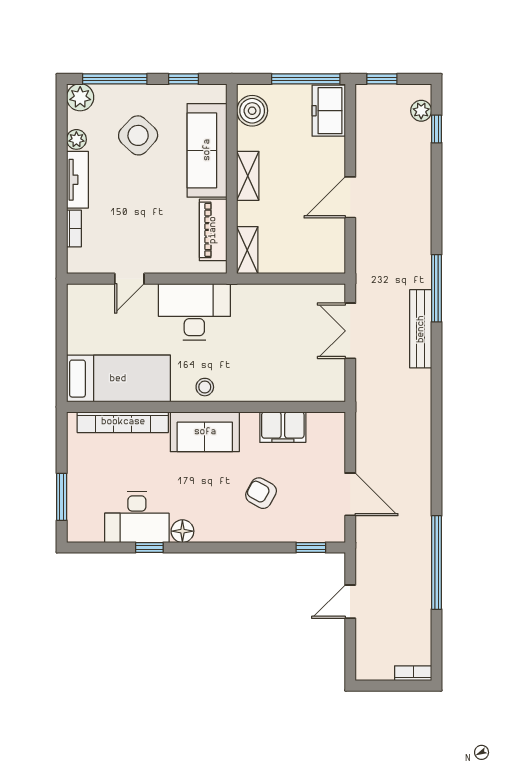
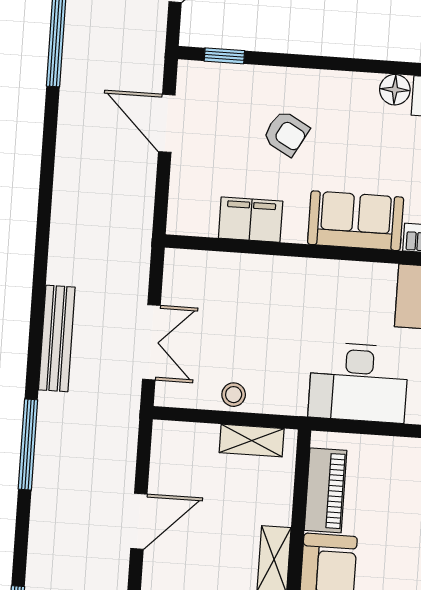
shelving: (247, 250) -> (252, 441), moved, turned 90
window: (437, 288) -> (28, 445), moved
stool: (205, 387) -> (234, 395), moved

